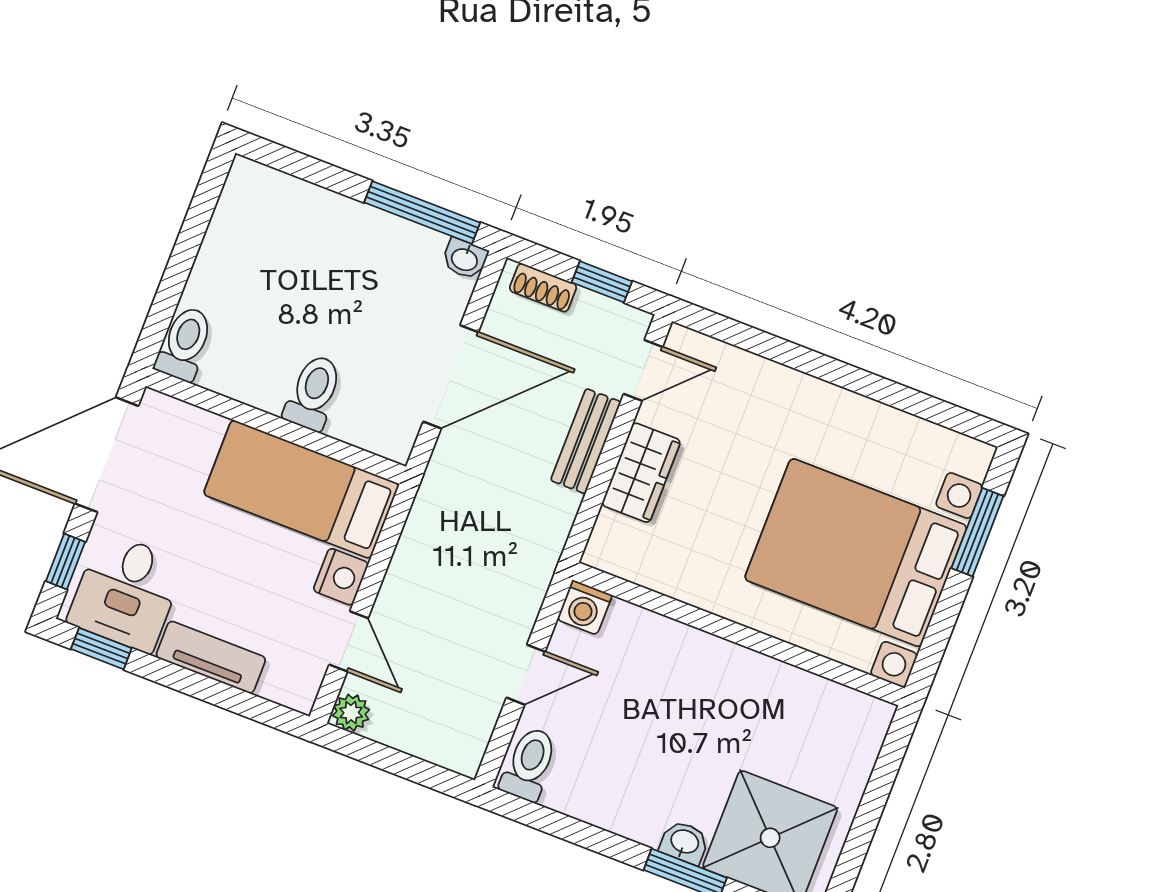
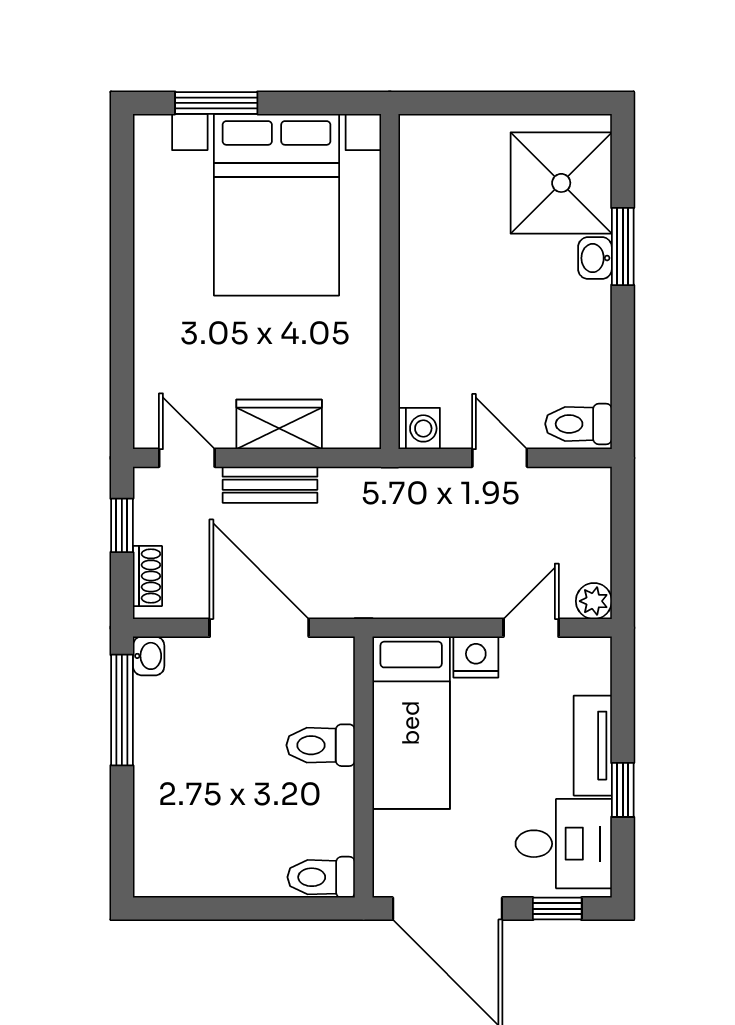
window: (101, 649) -> (623, 790), moved

